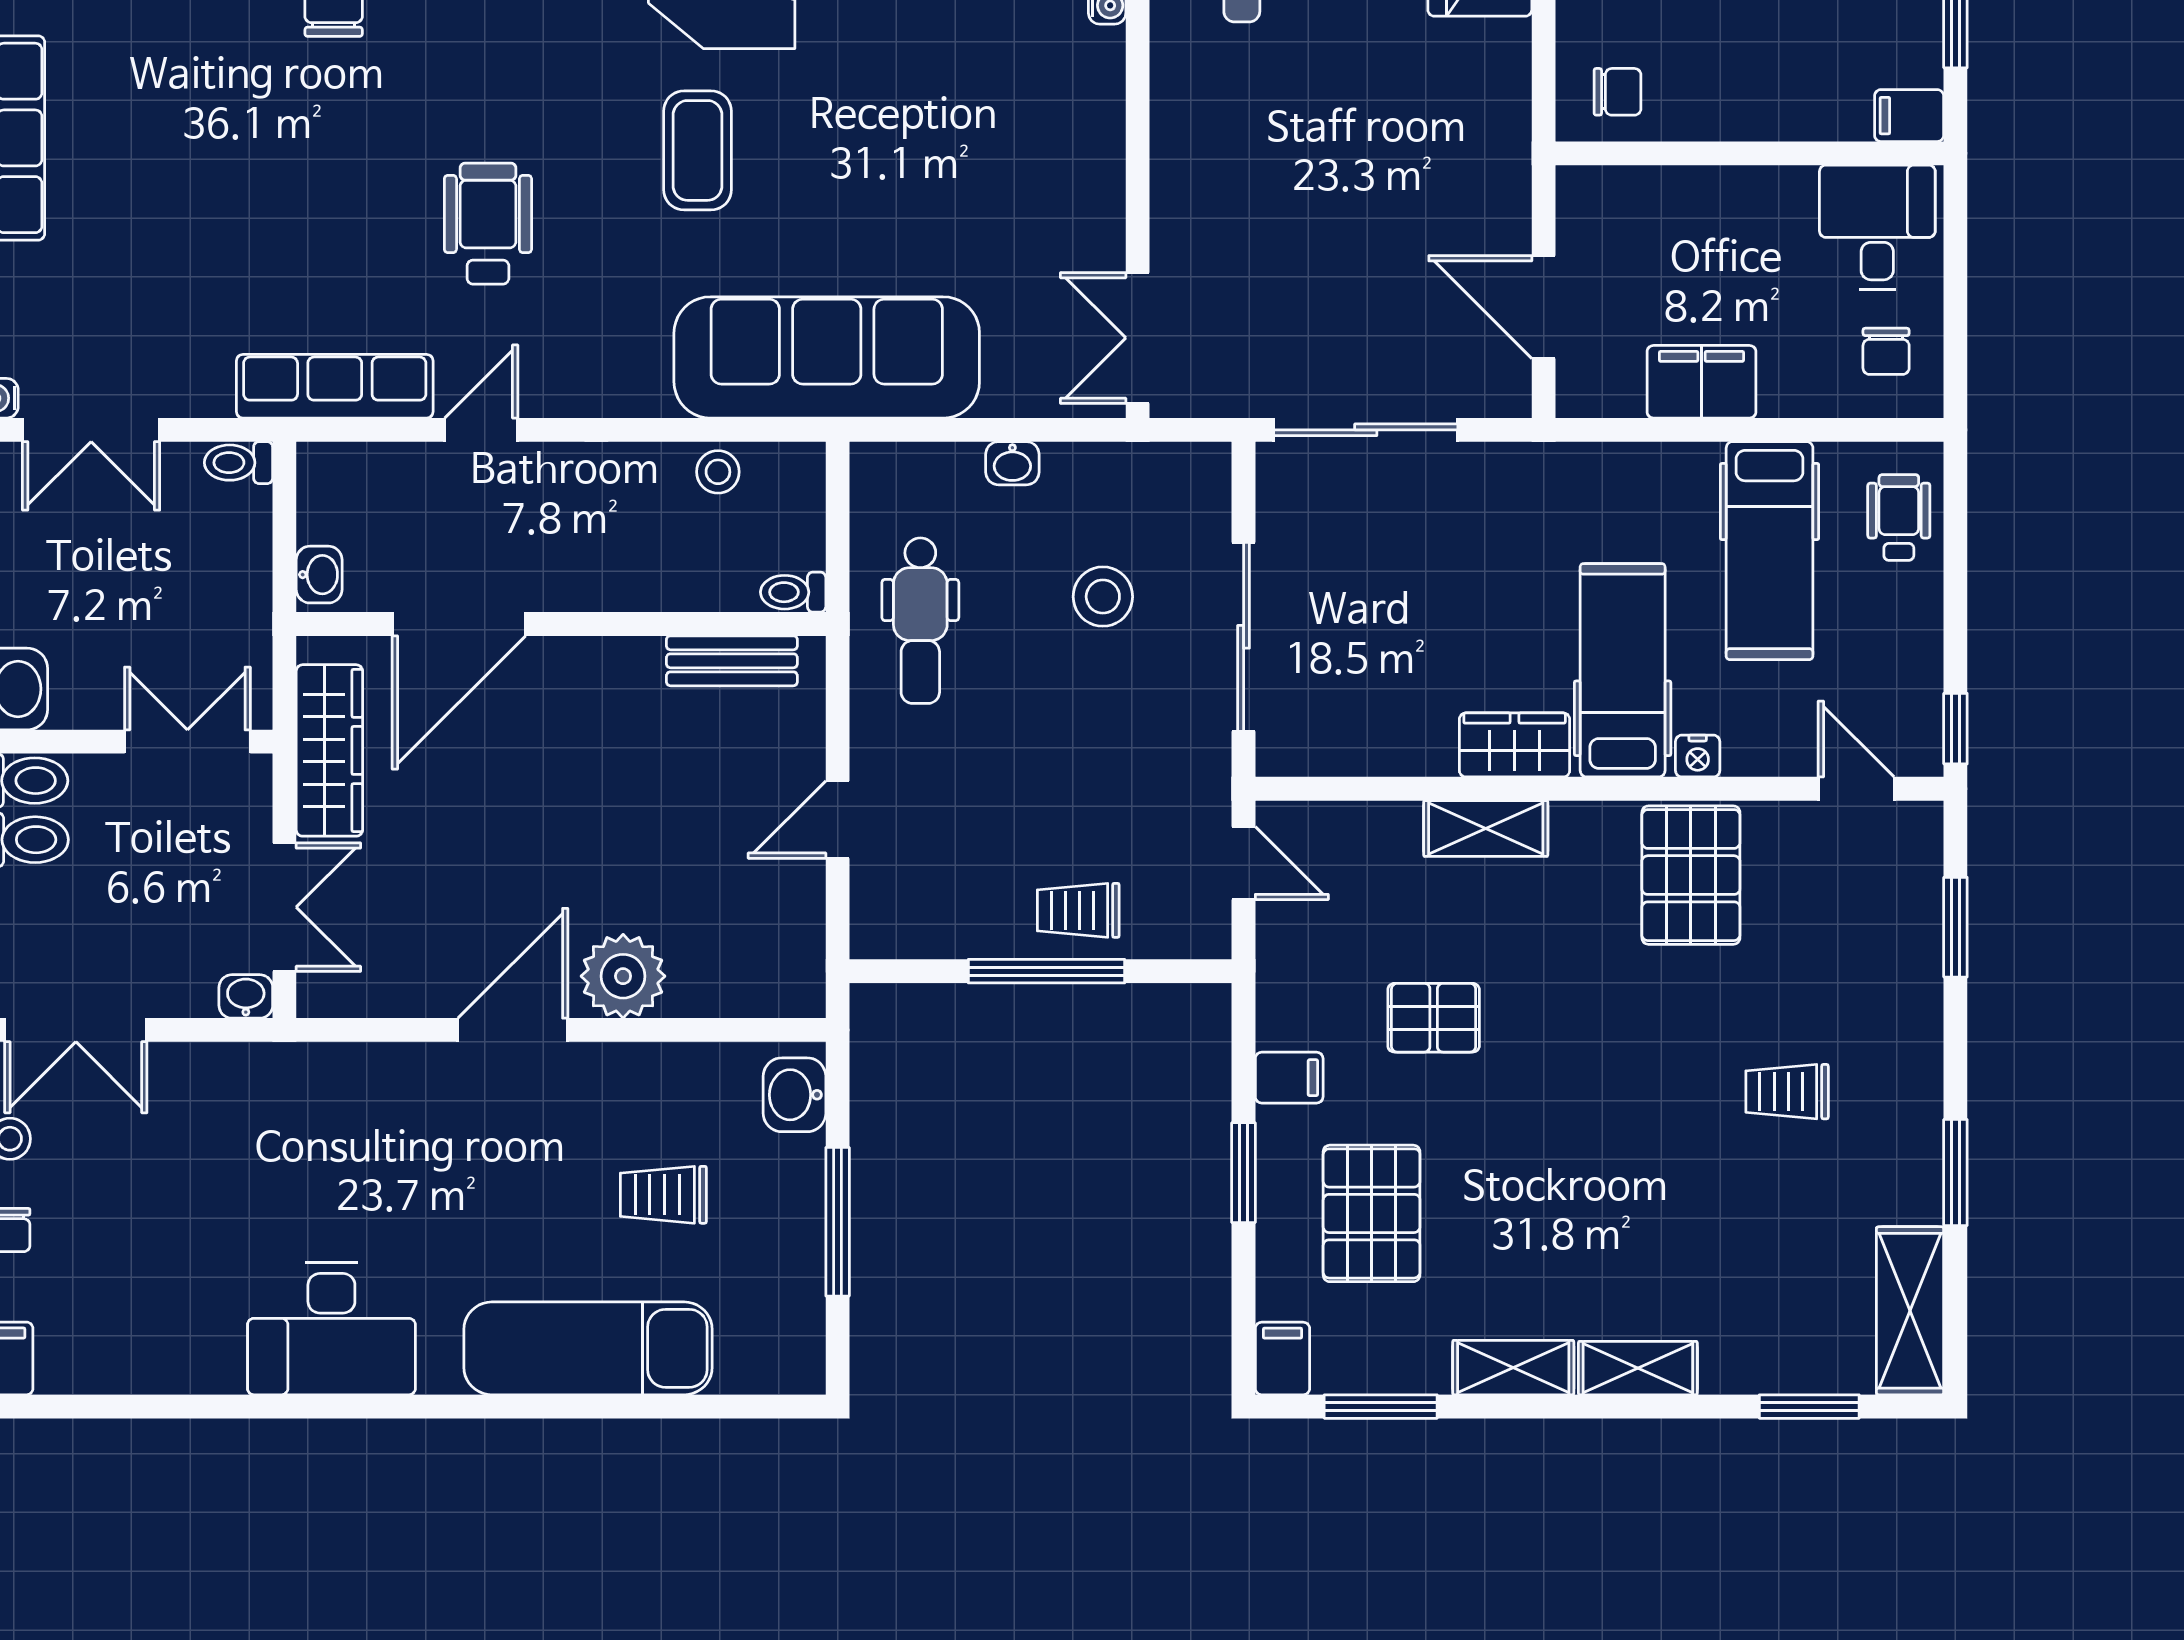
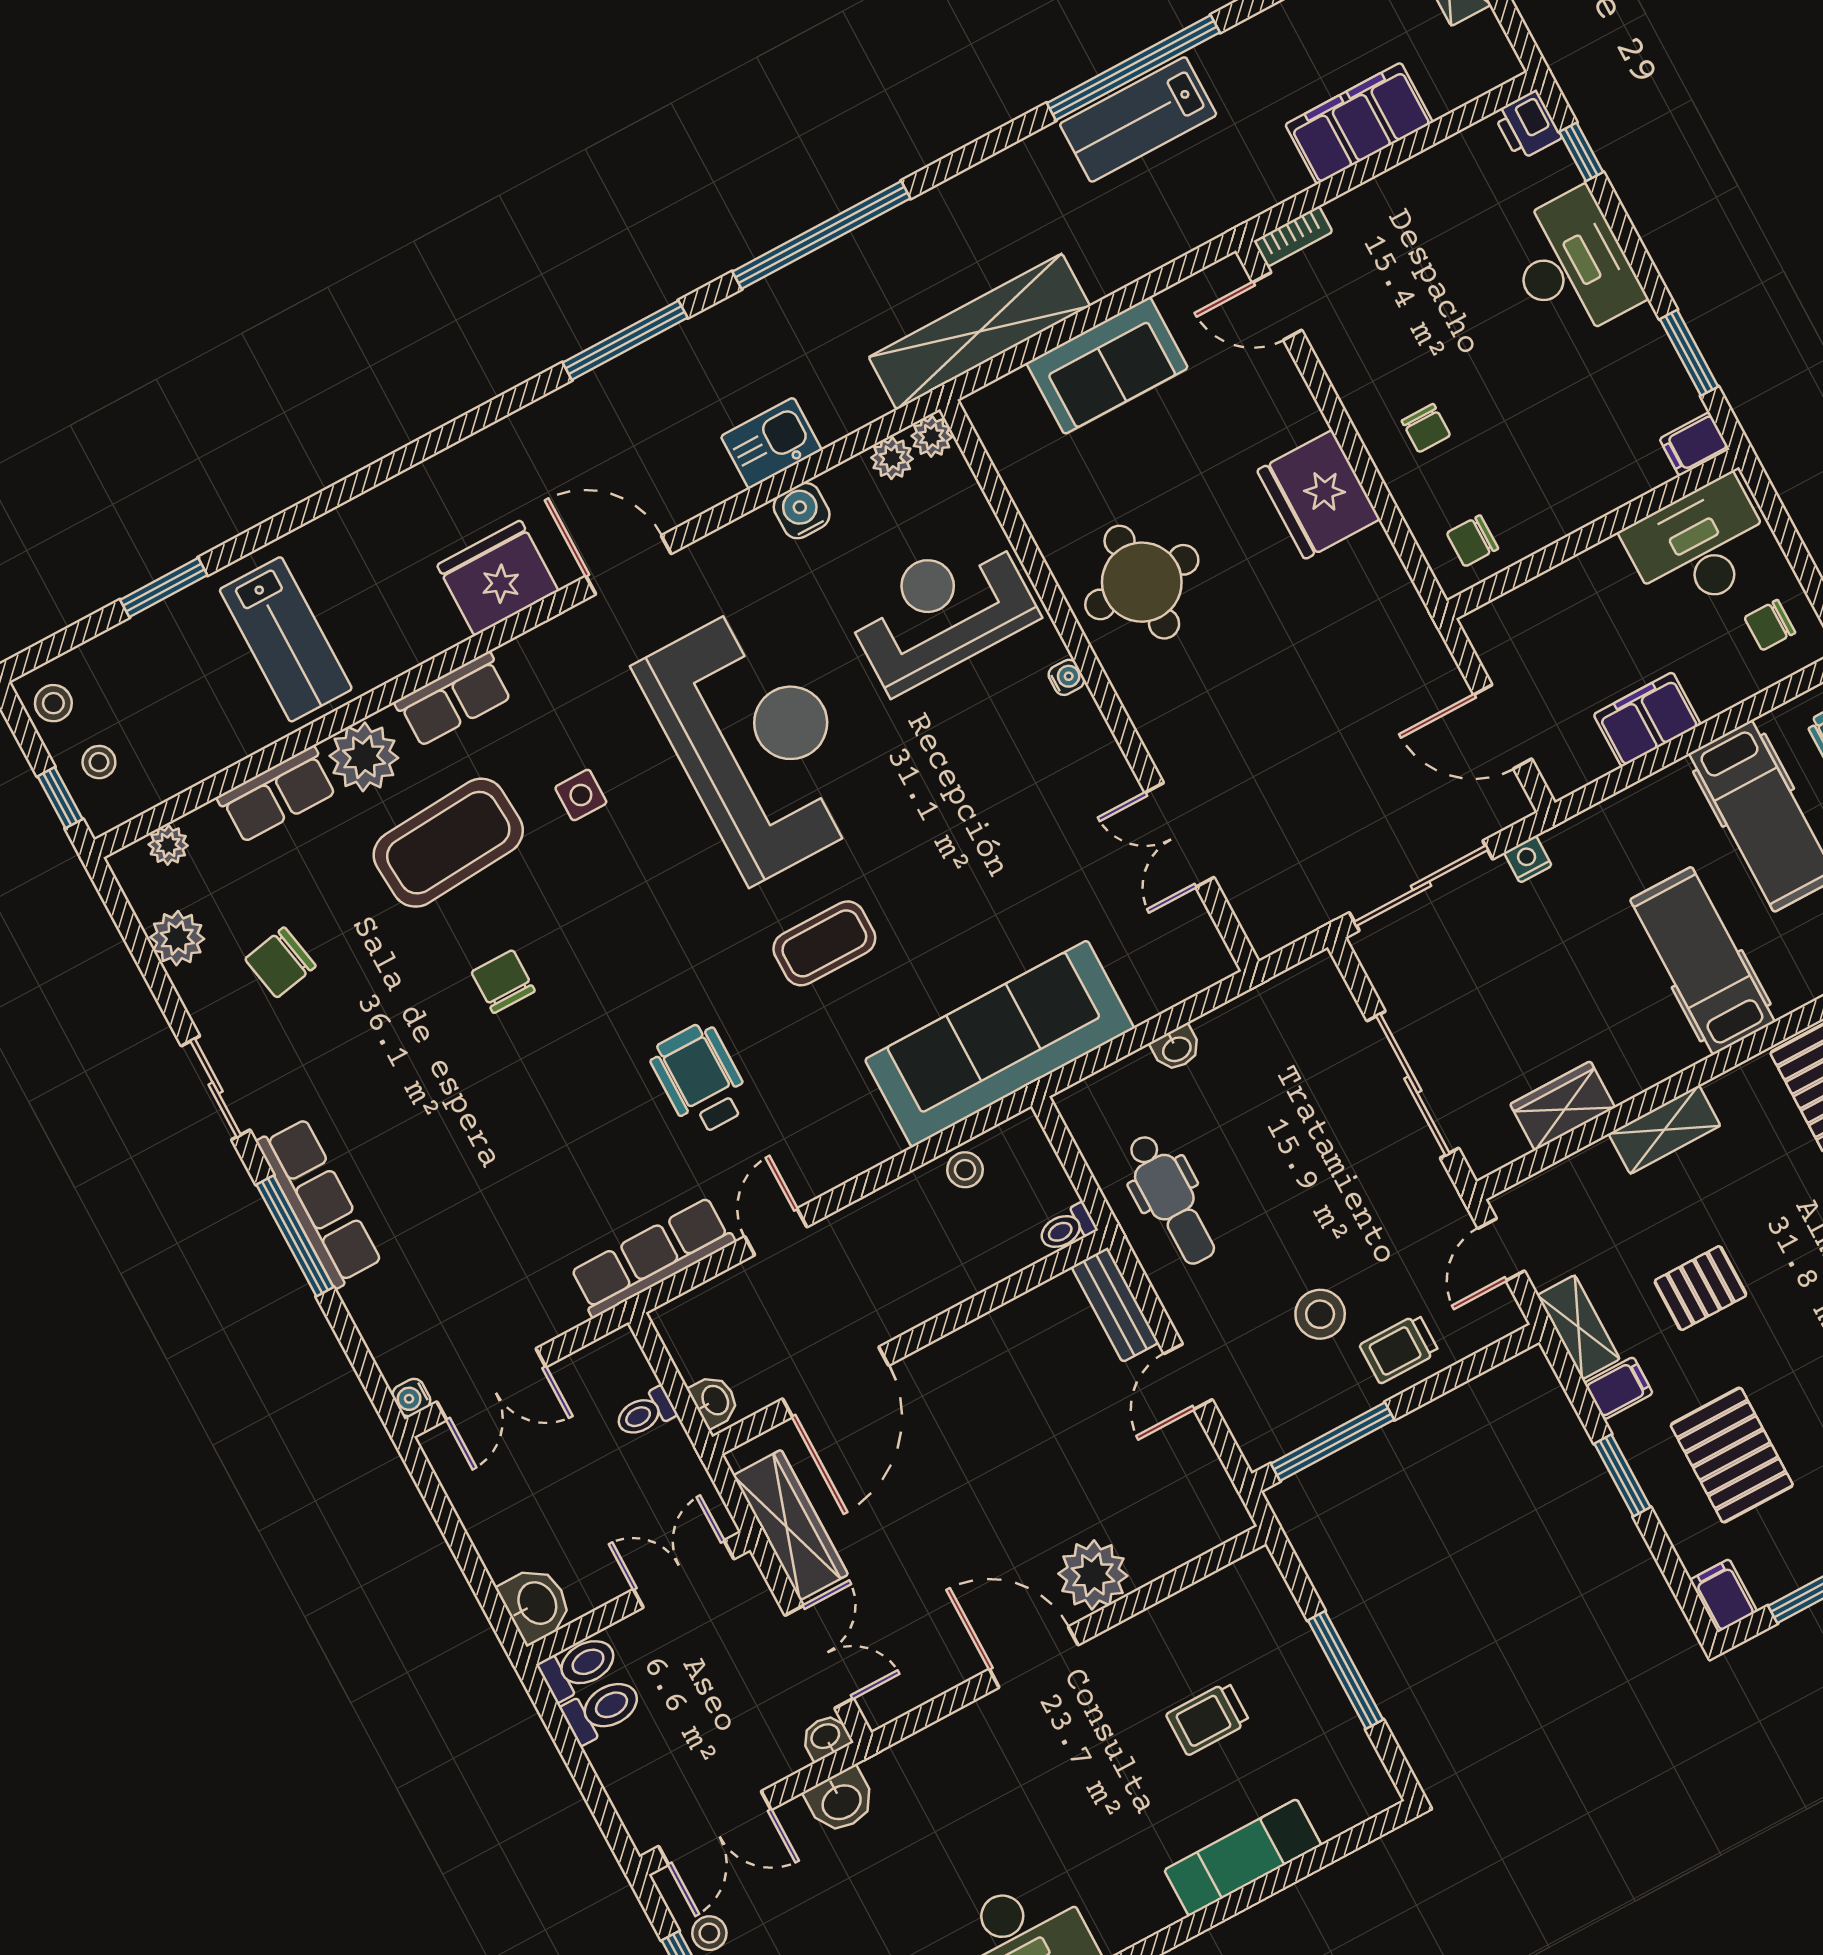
chair: (1617, 92) -> (1472, 541), turned 180
coffee table: (698, 150) -> (824, 943), turned 90
desk: (1877, 227) -> (1699, 547), width x1.37
double door: (1138, 338) -> (1180, 835), moved
chair: (1886, 351) -> (1770, 625), turned 90
toilet: (238, 463) -> (645, 1413), moved
stool: (1103, 597) -> (1320, 1314), moved
bench: (732, 661) -> (1115, 1305), moved, turned 90
wardrobe: (1515, 745) -> (1563, 1106), moved
nightstand: (1698, 756) -> (1528, 859), moved, turned 180
door: (1244, 863) -> (1501, 1250), swing flipped
window: (1047, 971) -> (1333, 1442), moved
shelving: (1281, 990) -> (1578, 1327), added
door: (513, 1030) -> (1034, 1657), hinge flipped
washbasin: (794, 1095) -> (841, 1801), moved, turned -90
exam couch: (588, 1348) -> (1243, 1858), width x0.73, depth x0.69

